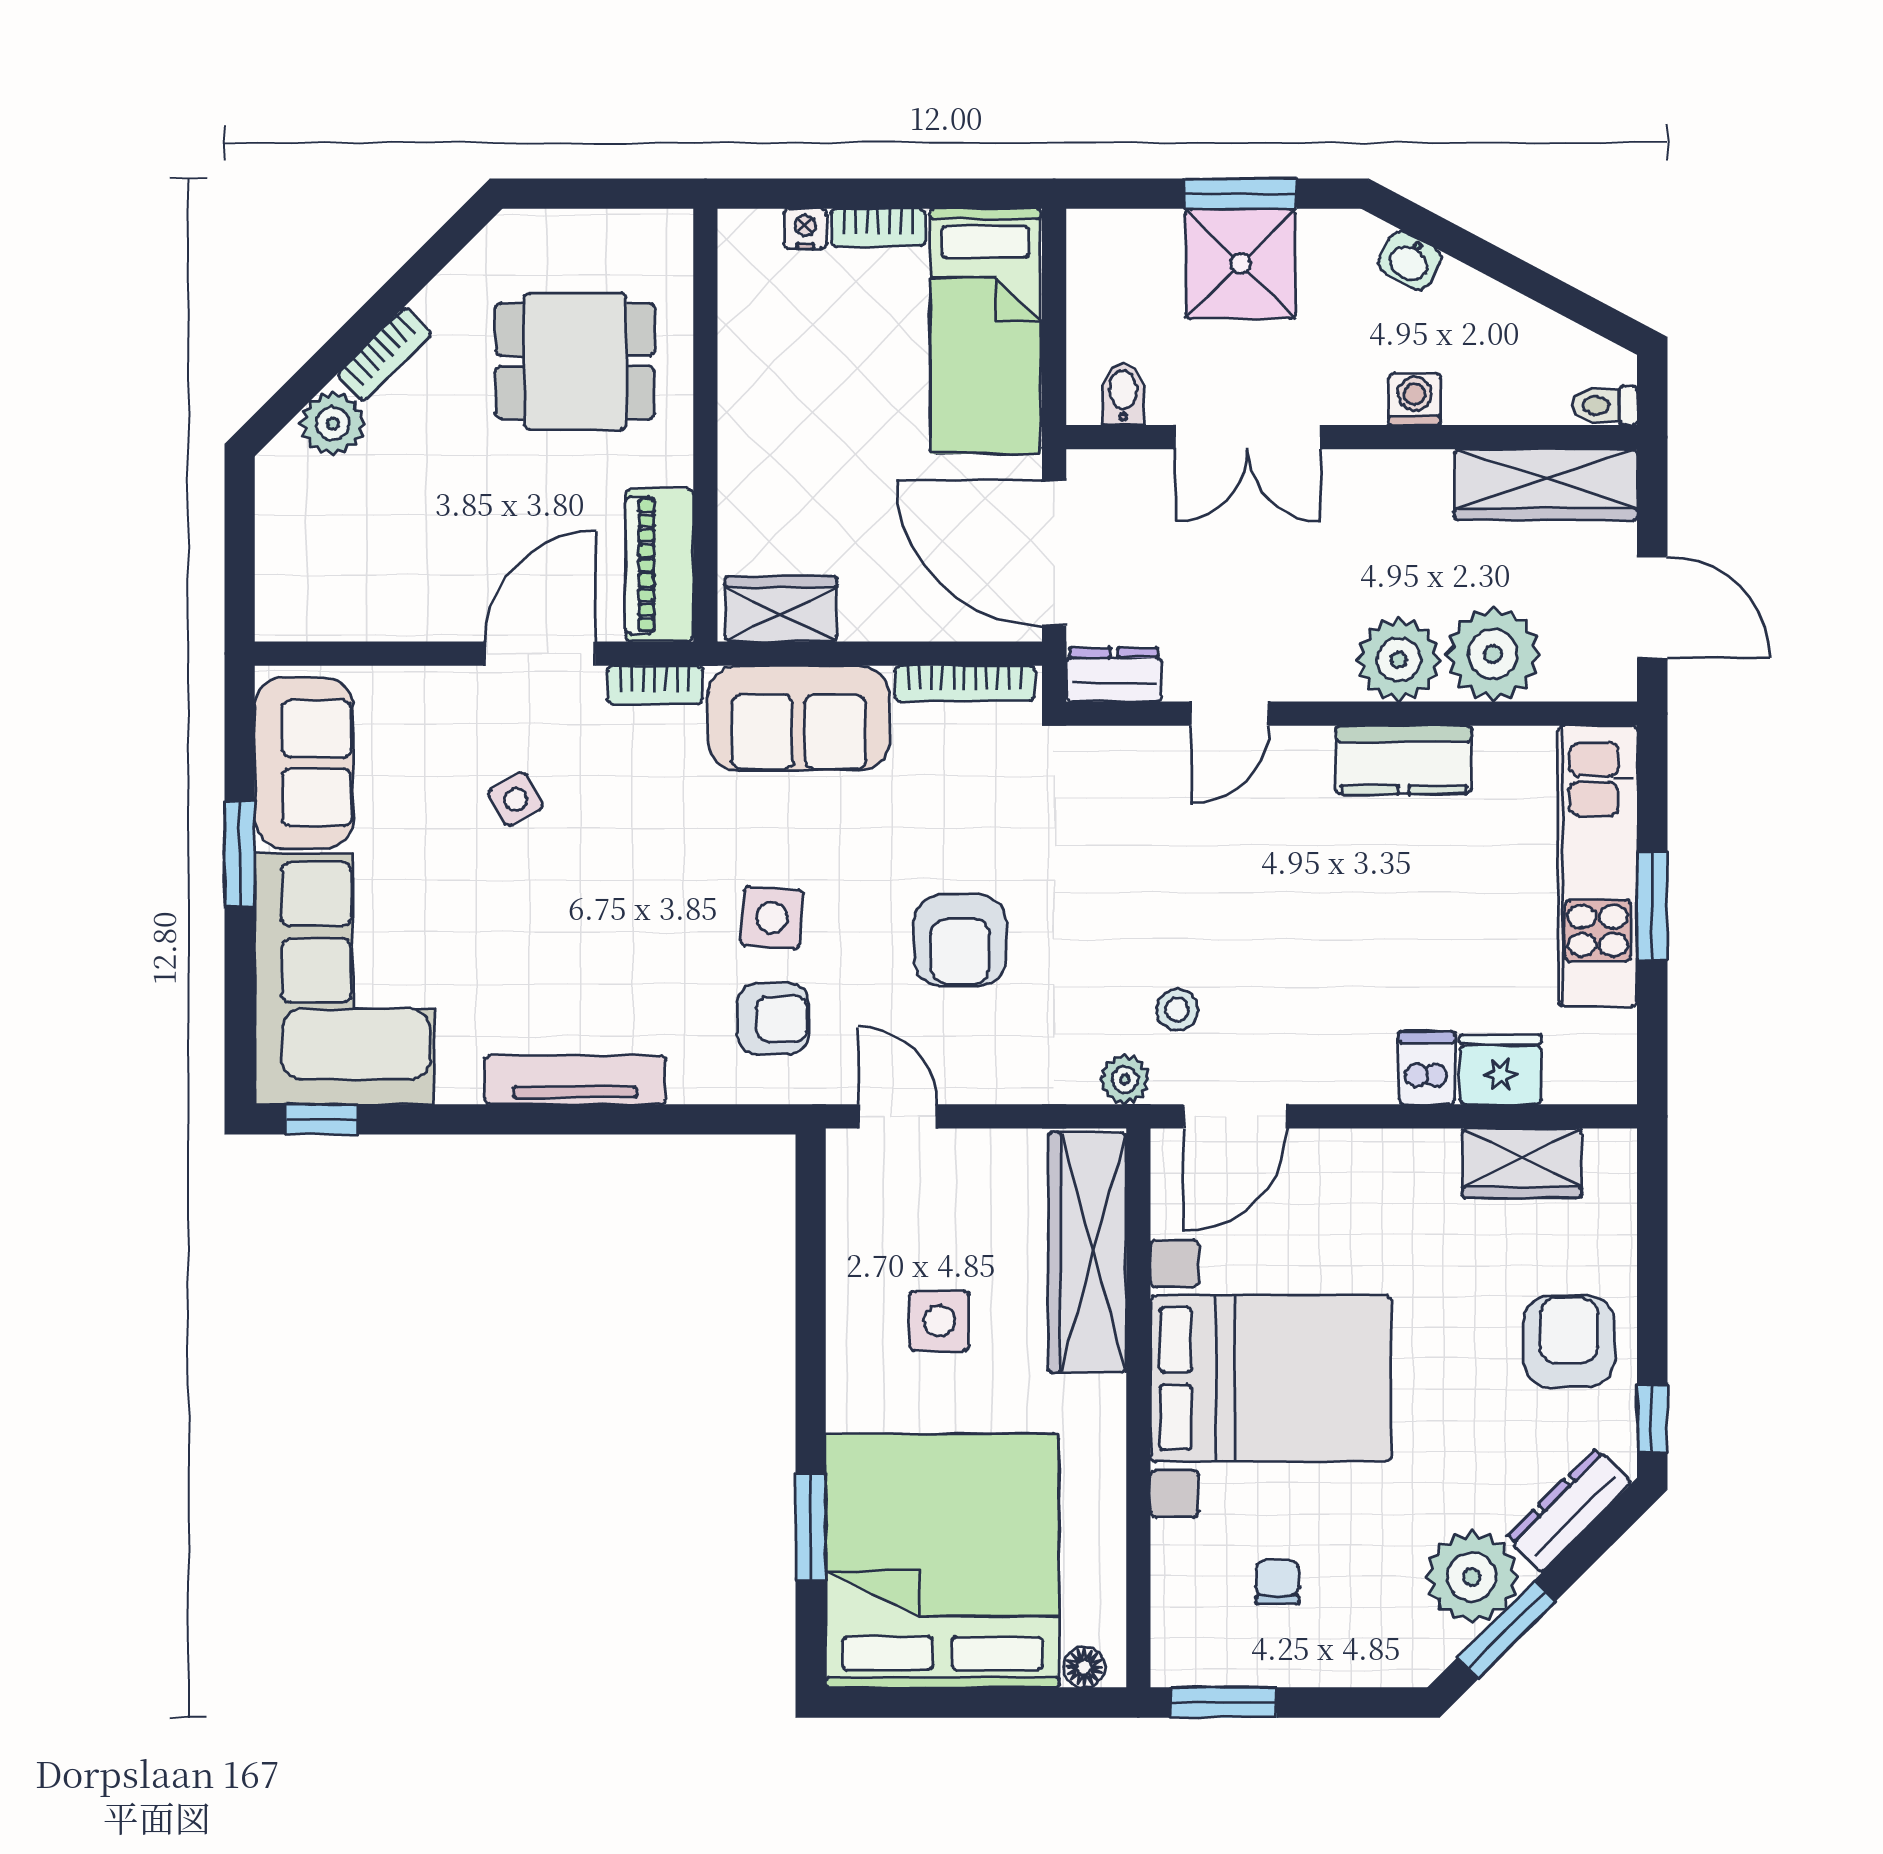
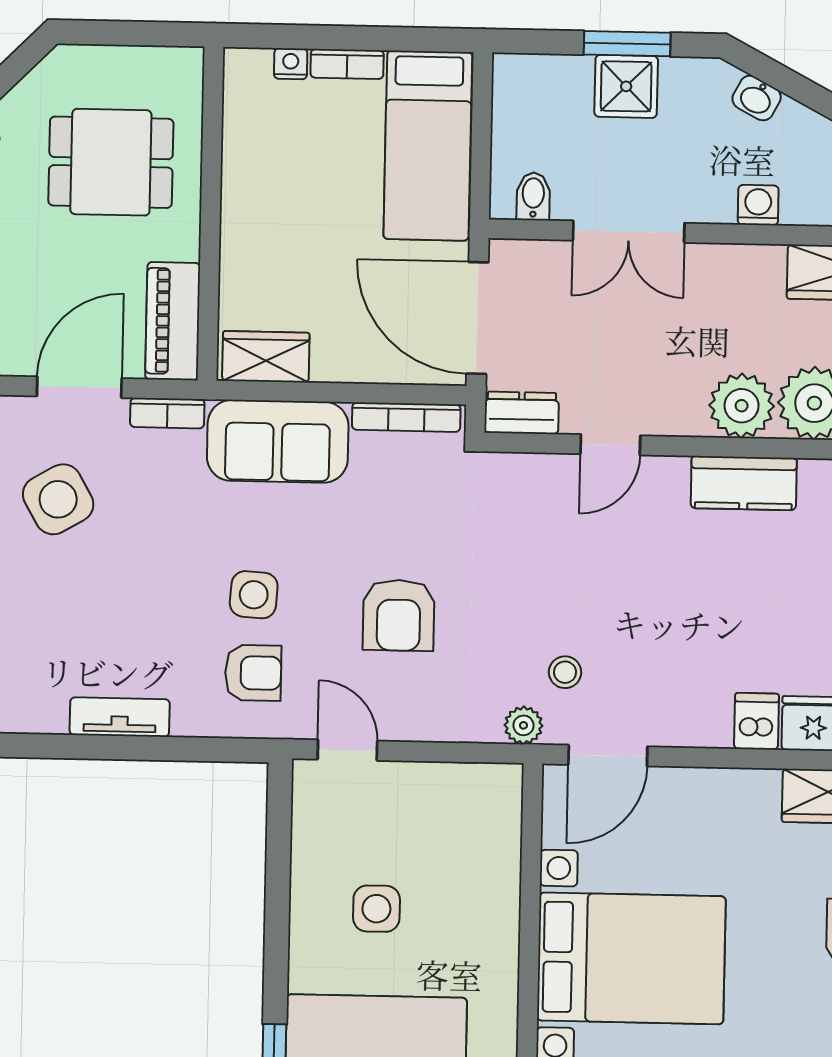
shower: (1240, 264) -> (626, 86), width x0.73, depth x0.73
side table: (516, 799) -> (58, 499), width x1.87, depth x1.87
tv unit: (575, 1080) -> (120, 717), width x0.71
wardrobe: (1087, 1252) -> (492, 858), removed

